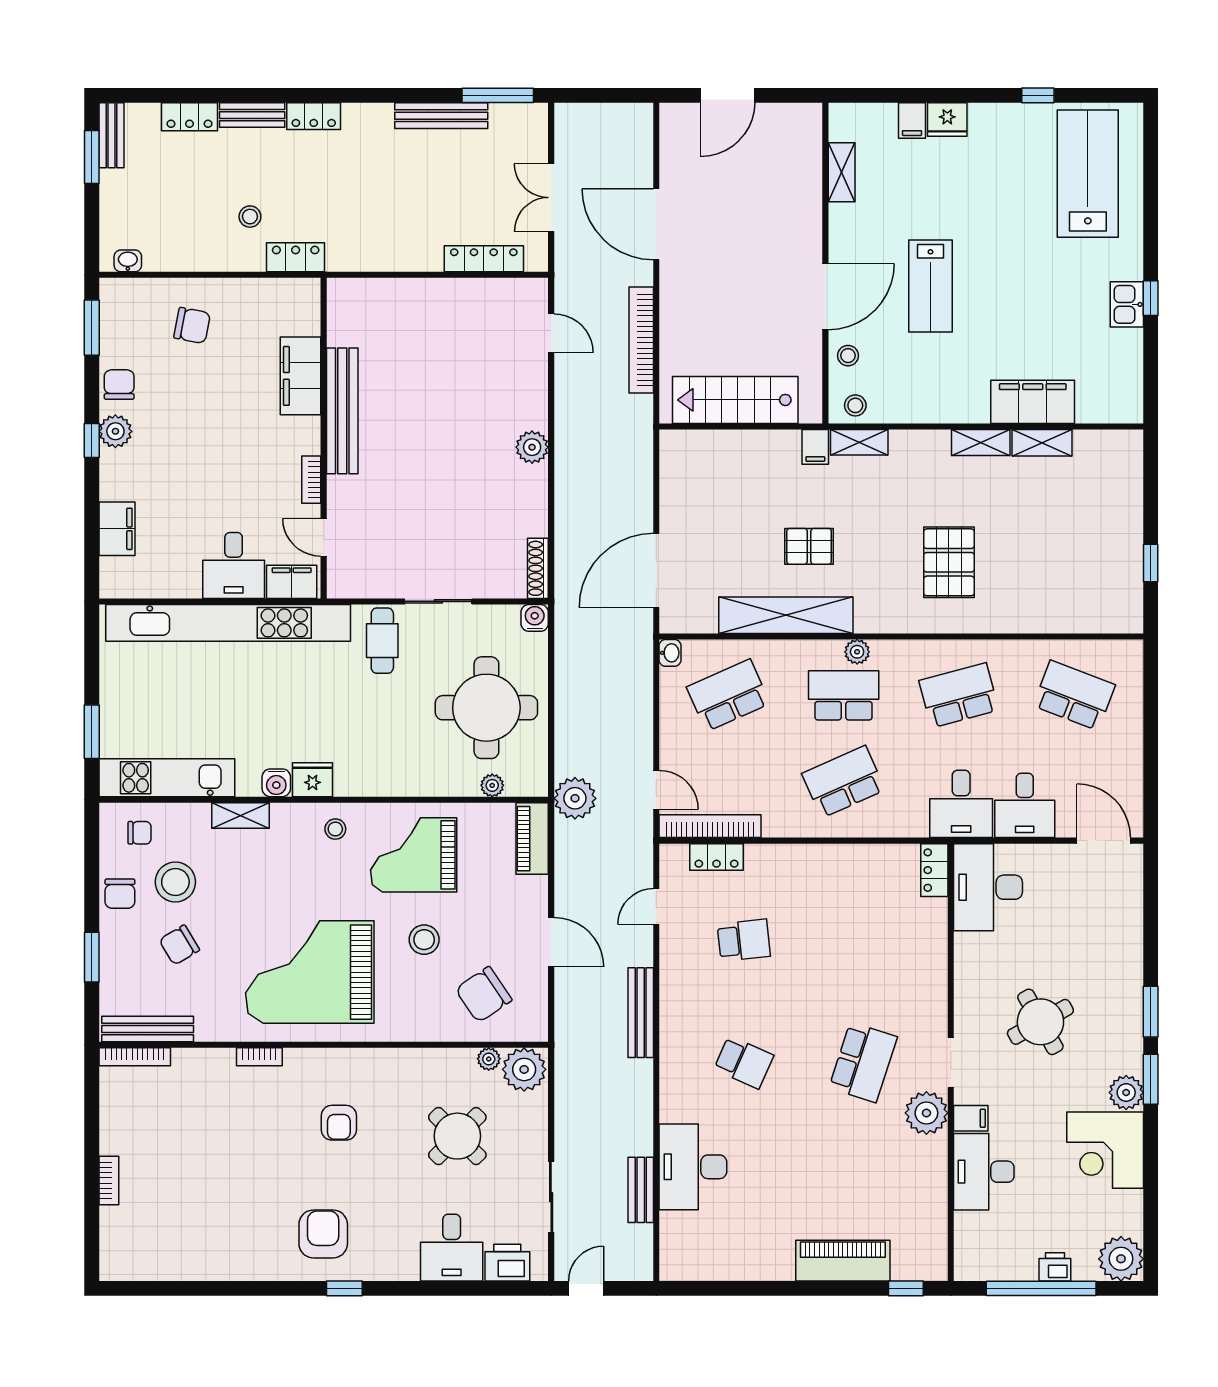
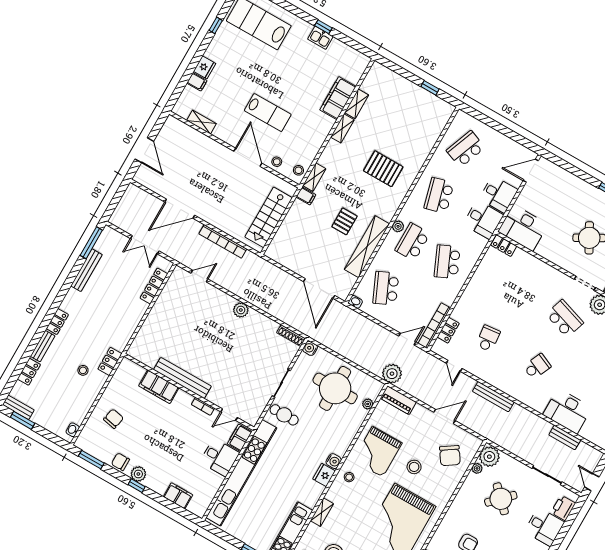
water cooler: (276, 783) -> (334, 461), moved

